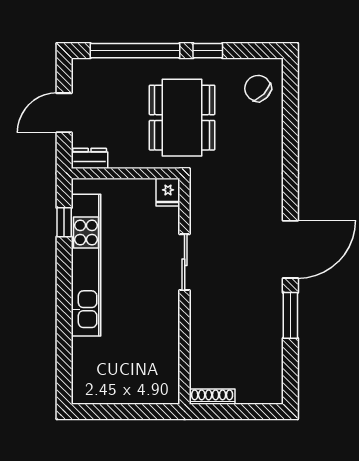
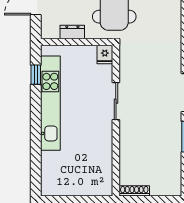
dresser: (90, 158) -> (72, 32), moved

